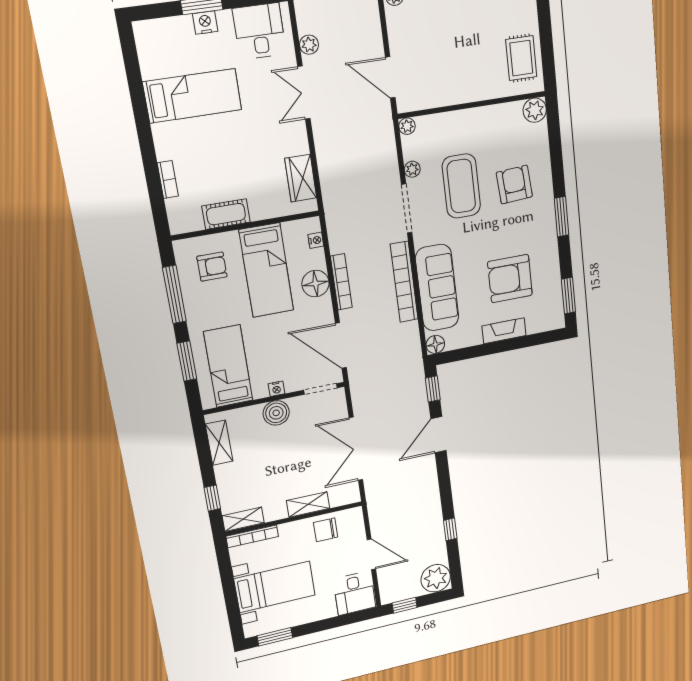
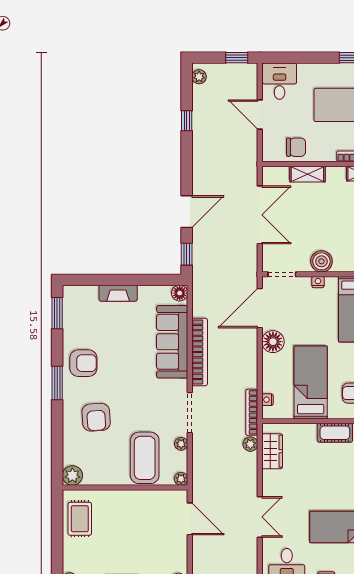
plant: (309, 45) -> (250, 444), moved
coffee table: (461, 186) -> (145, 458), moved
armchair: (510, 279) -> (83, 363), moved, width x0.73, depth x0.73
bookcase: (341, 282) -> (252, 412), moved
floor lamp: (316, 284) -> (273, 342), moved
door: (341, 346) -> (260, 308), swing flipped
plant: (436, 578) -> (199, 77), width x0.53, depth x0.53

